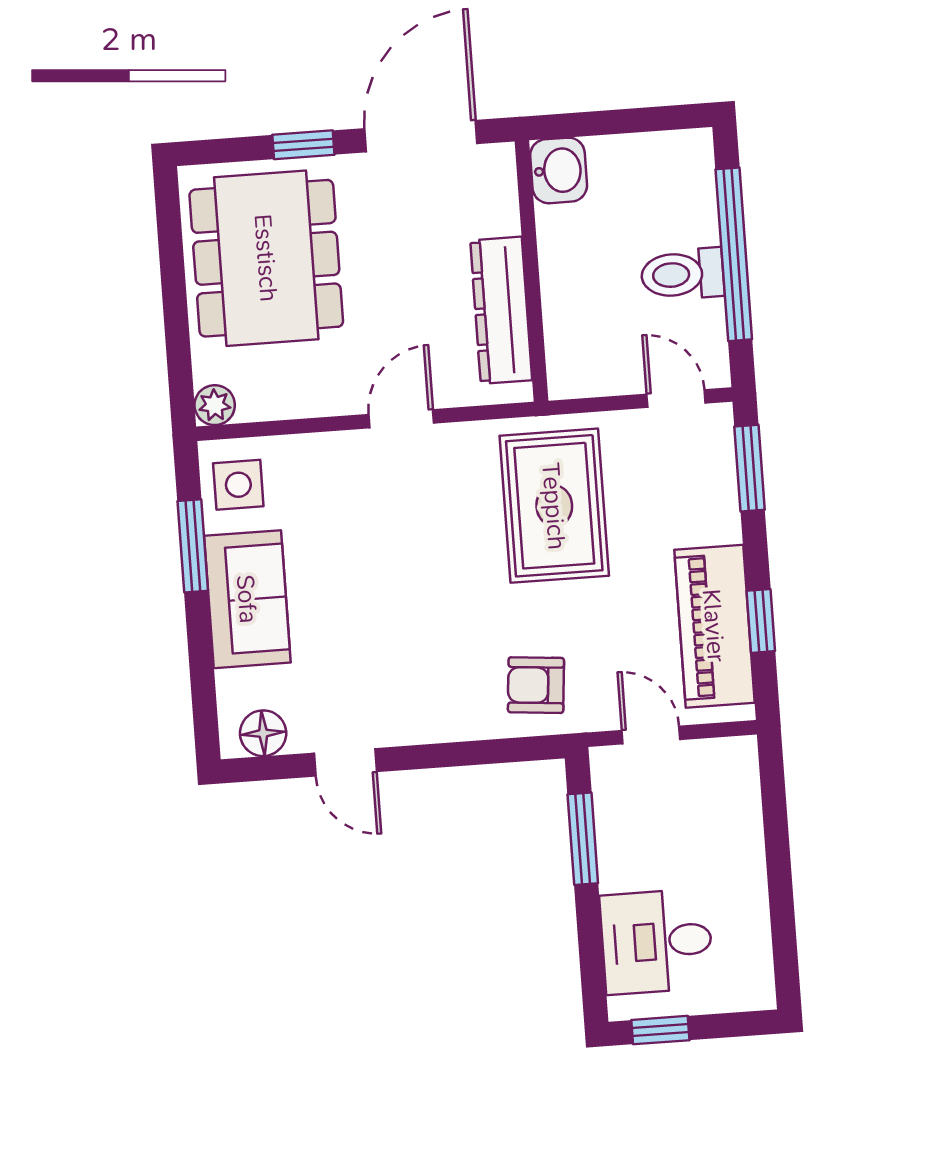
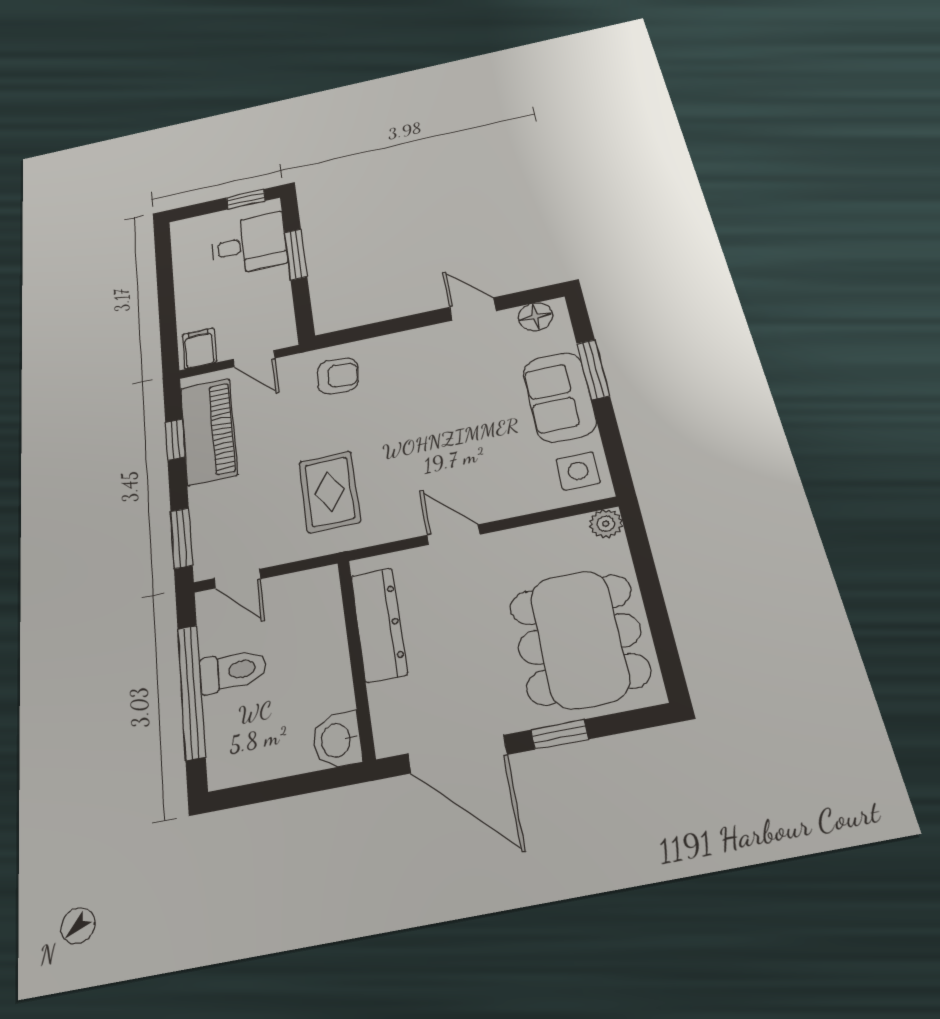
door: (421, 136) -> (457, 754), hinge flipped
door: (401, 419) -> (453, 535), swing flipped
rug: (554, 506) -> (330, 492), width x0.73, depth x0.70
window: (193, 546) -> (593, 370), moved
filing cabinet: (729, 767) -> (199, 348), added
window: (583, 839) -> (296, 254), moved

